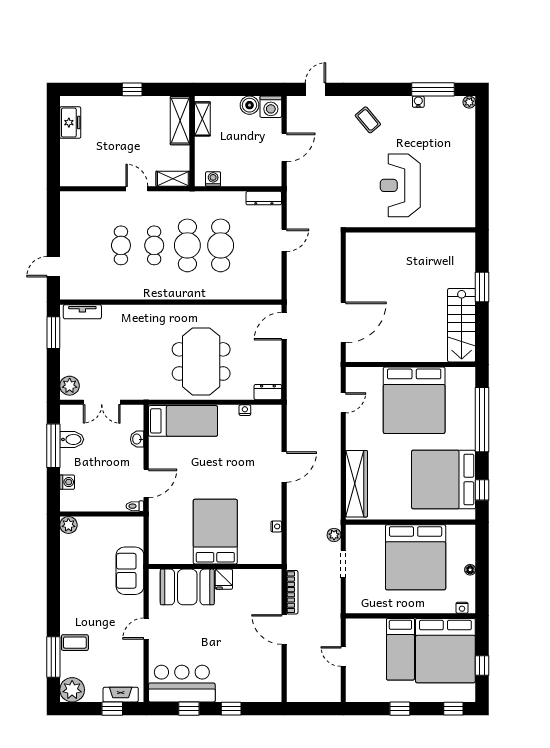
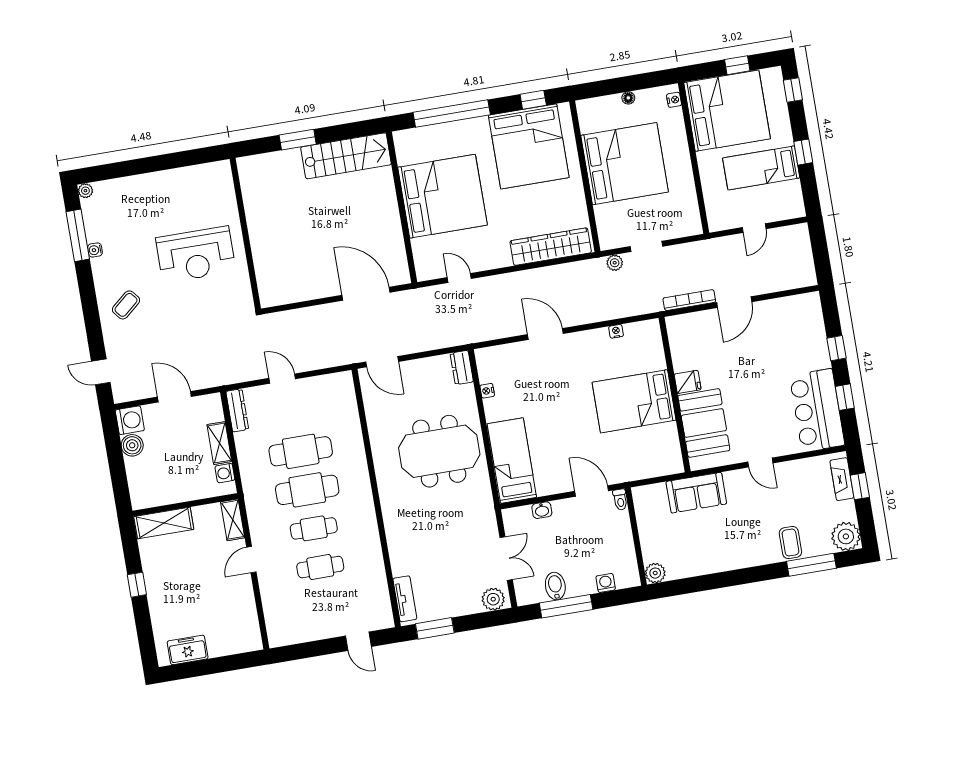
shelving: (202, 119) -> (219, 443), moved, turned 90
bed: (400, 649) -> (761, 168), moved, turned 180

